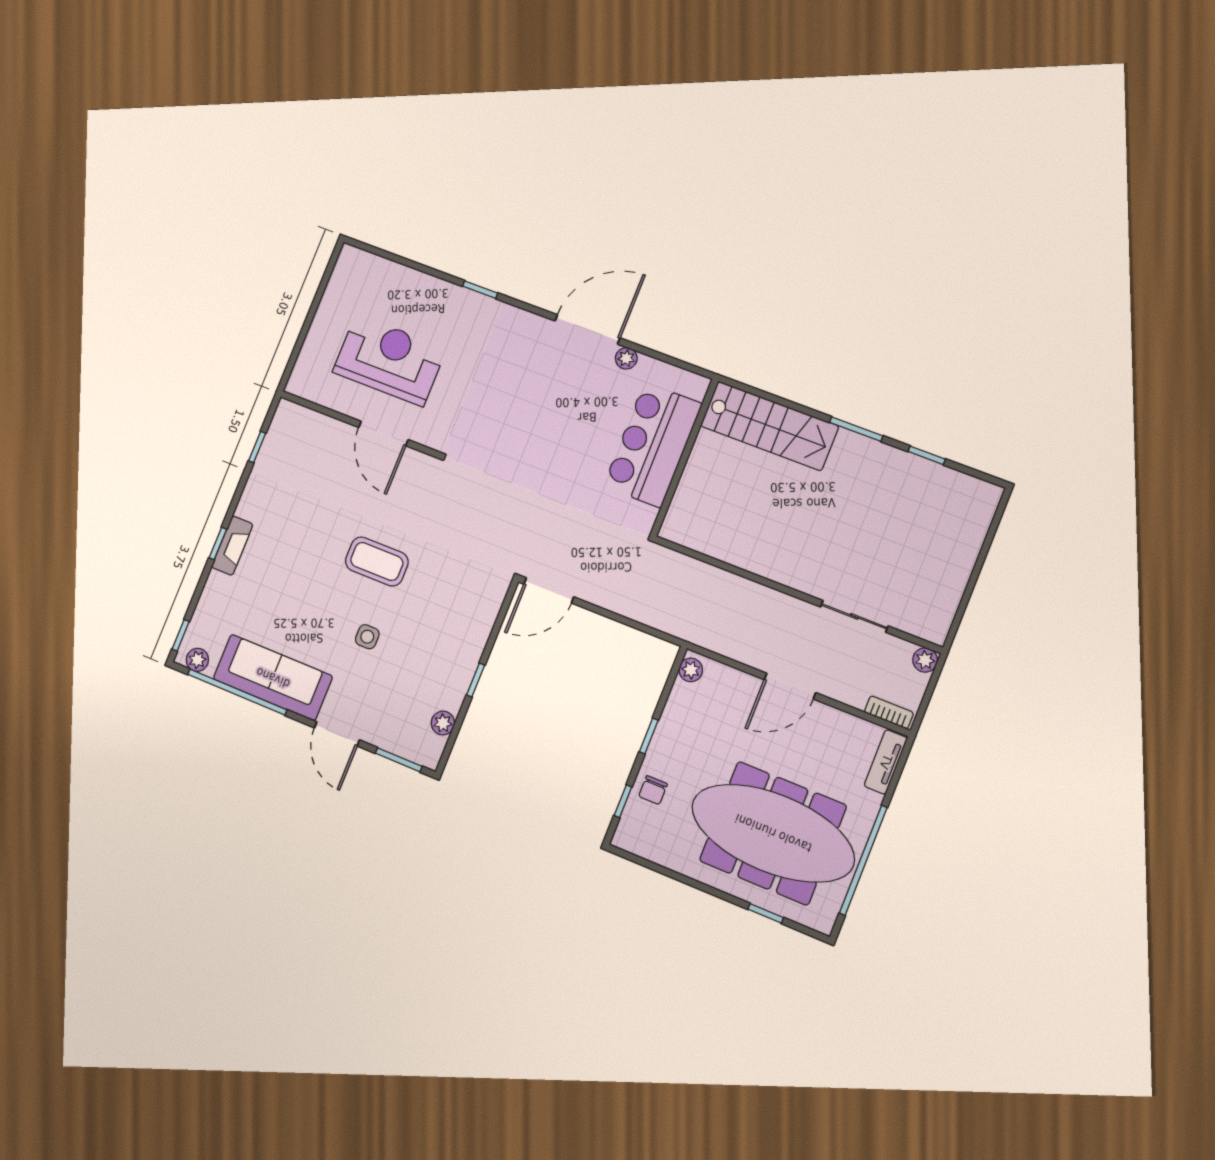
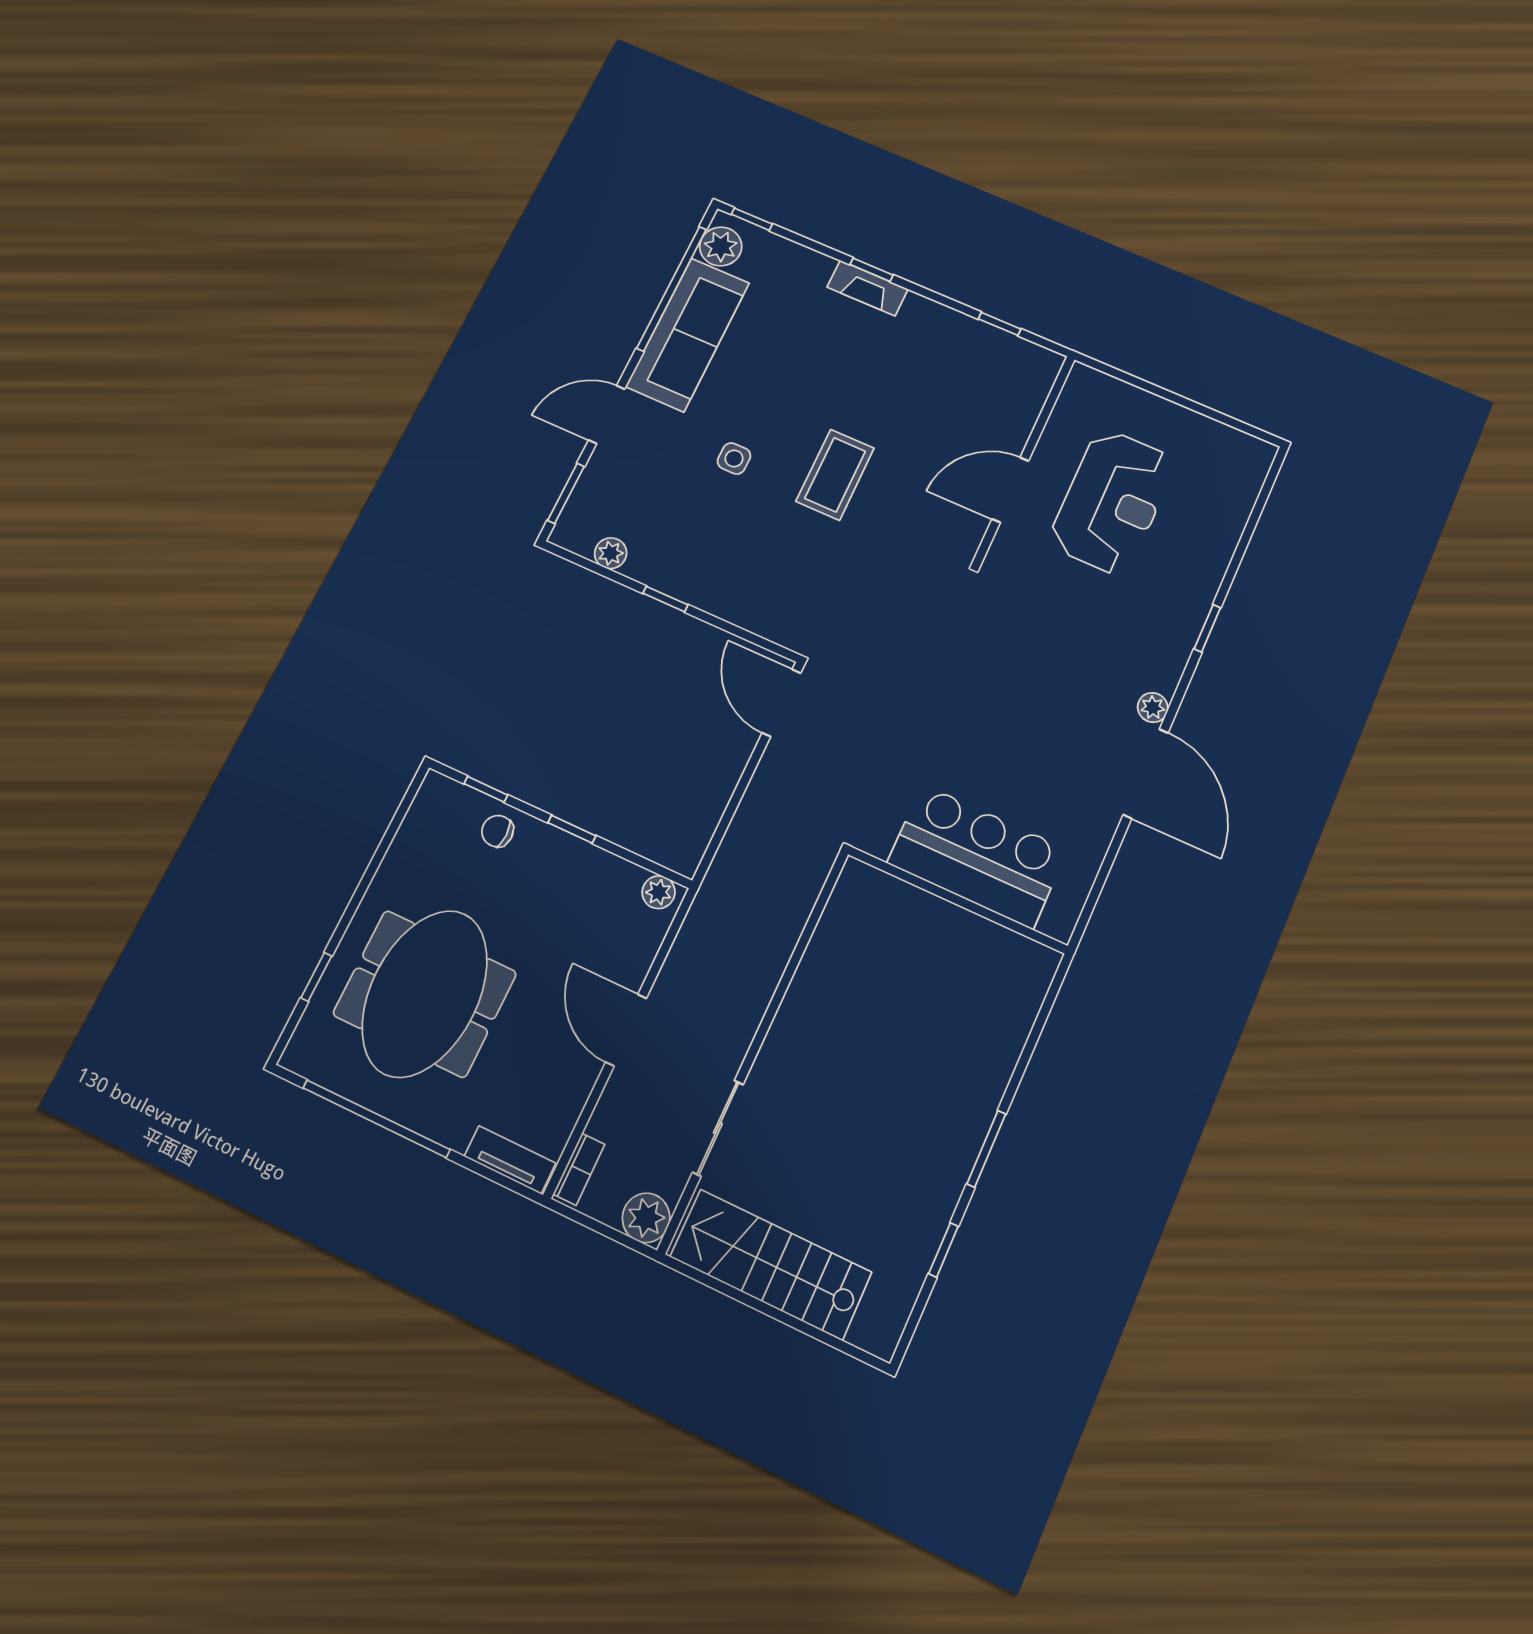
plant: (626, 358) -> (1153, 707), moved
stairs: (769, 426) -> (771, 1265), moved, turned 90
plant: (197, 660) -> (721, 246), width x1.38, depth x1.38
plant: (925, 660) -> (646, 1218), width x1.38, depth x1.38
meeting table: (773, 833) -> (425, 994), width x0.73

